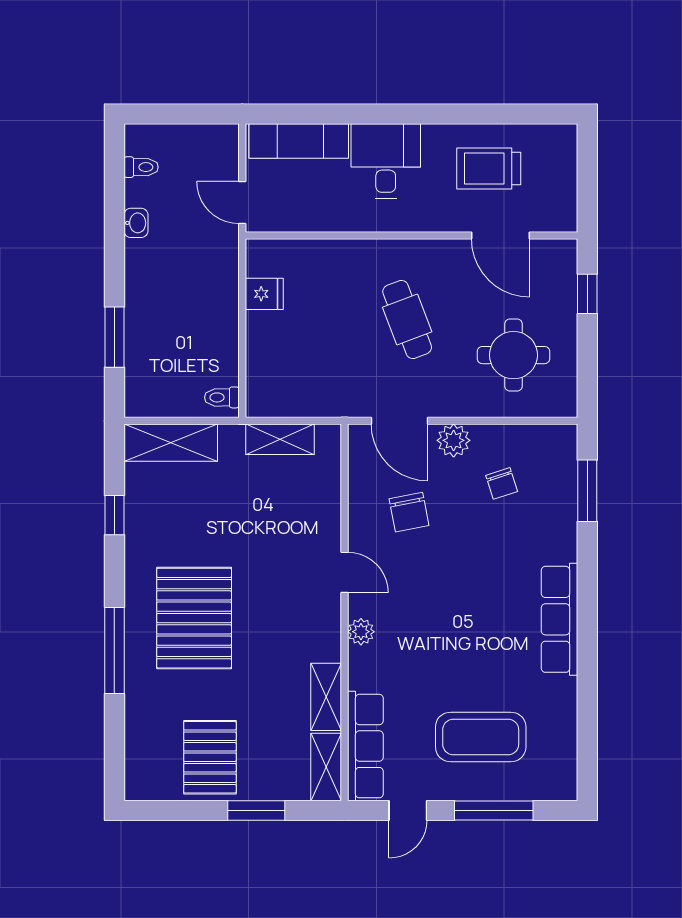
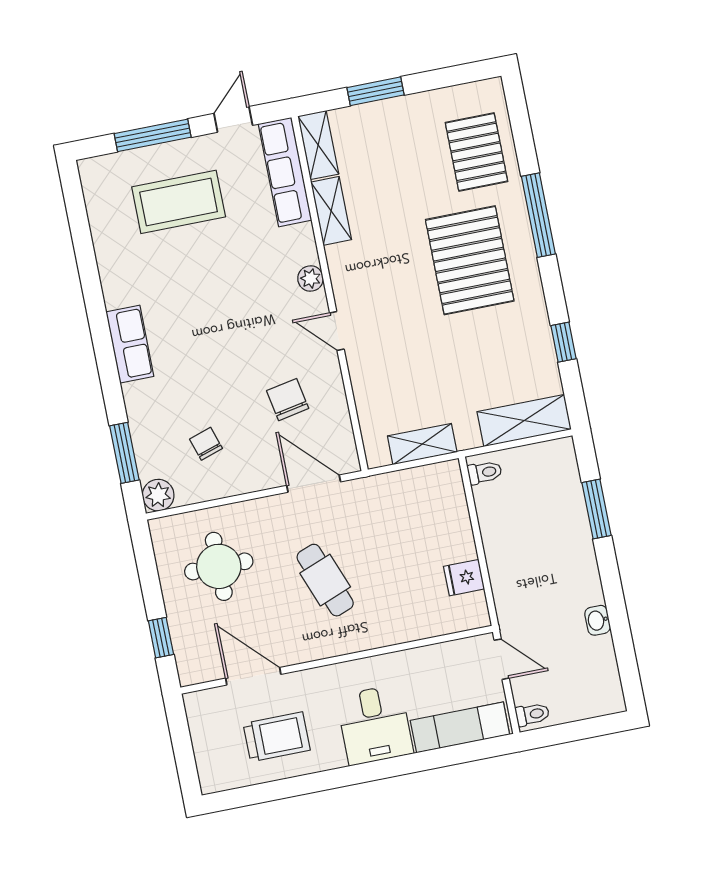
toilet: (141, 167) -> (532, 714), moved, turned 180
plant: (454, 440) -> (158, 495), moved
row of seats: (560, 619) -> (130, 344), width x0.68
pallet: (210, 757) -> (476, 152), moved

